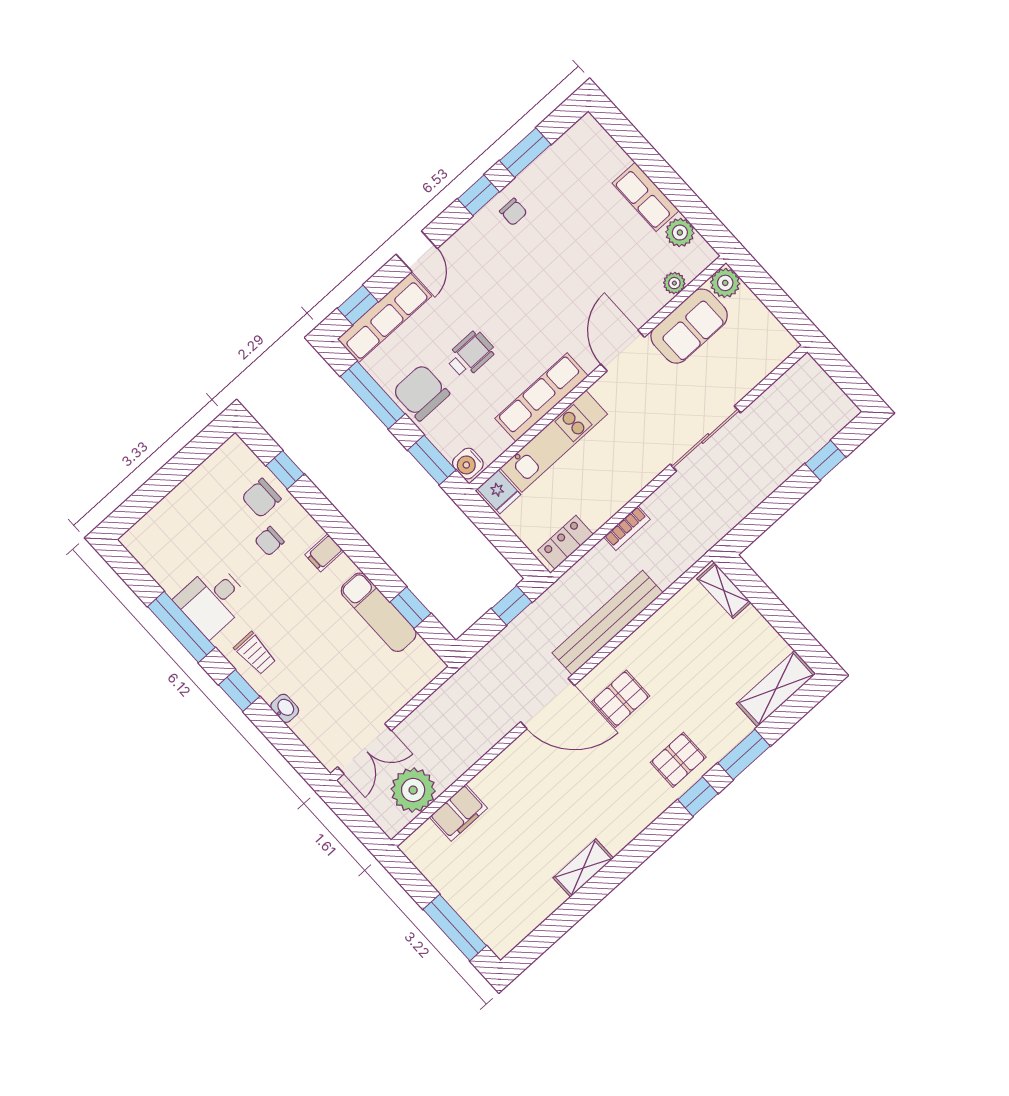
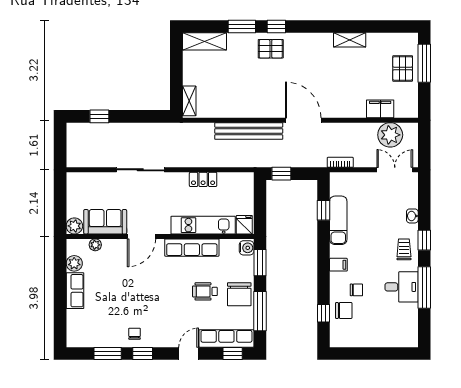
bookcase: (627, 528) -> (340, 162), moved
locker: (566, 542) -> (203, 179), moved
pallet: (621, 699) -> (403, 68), moved, turned 90

